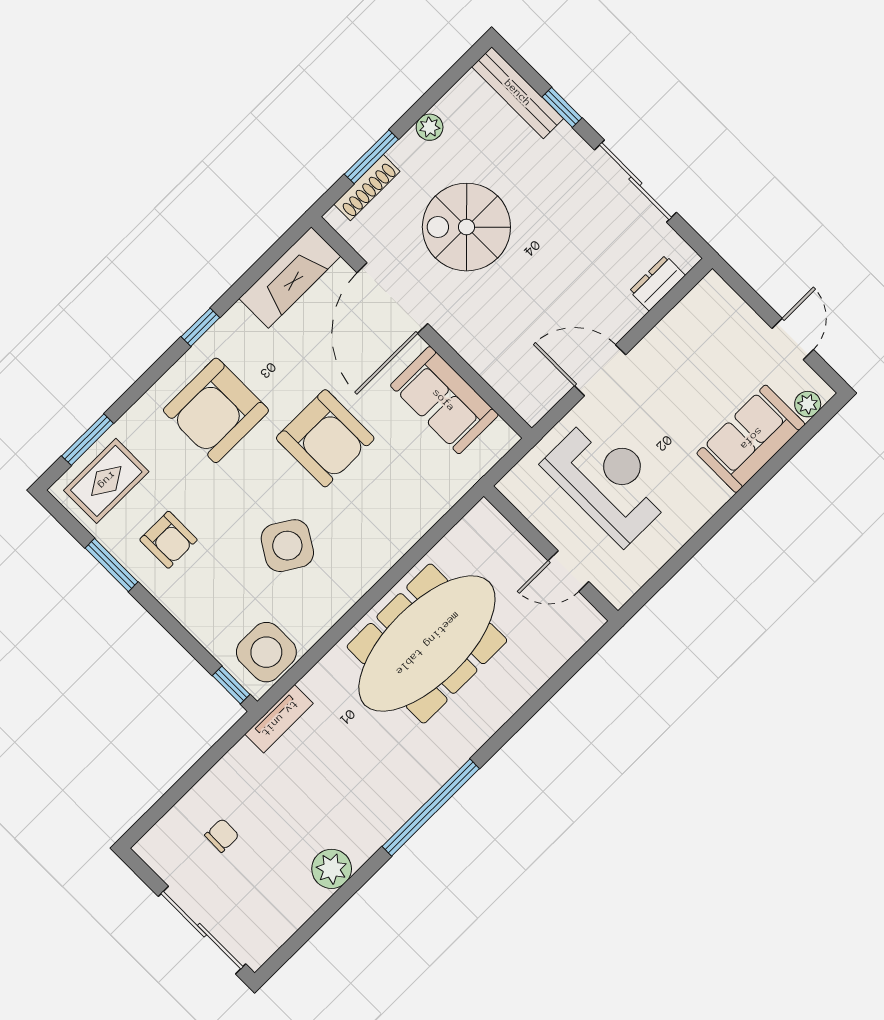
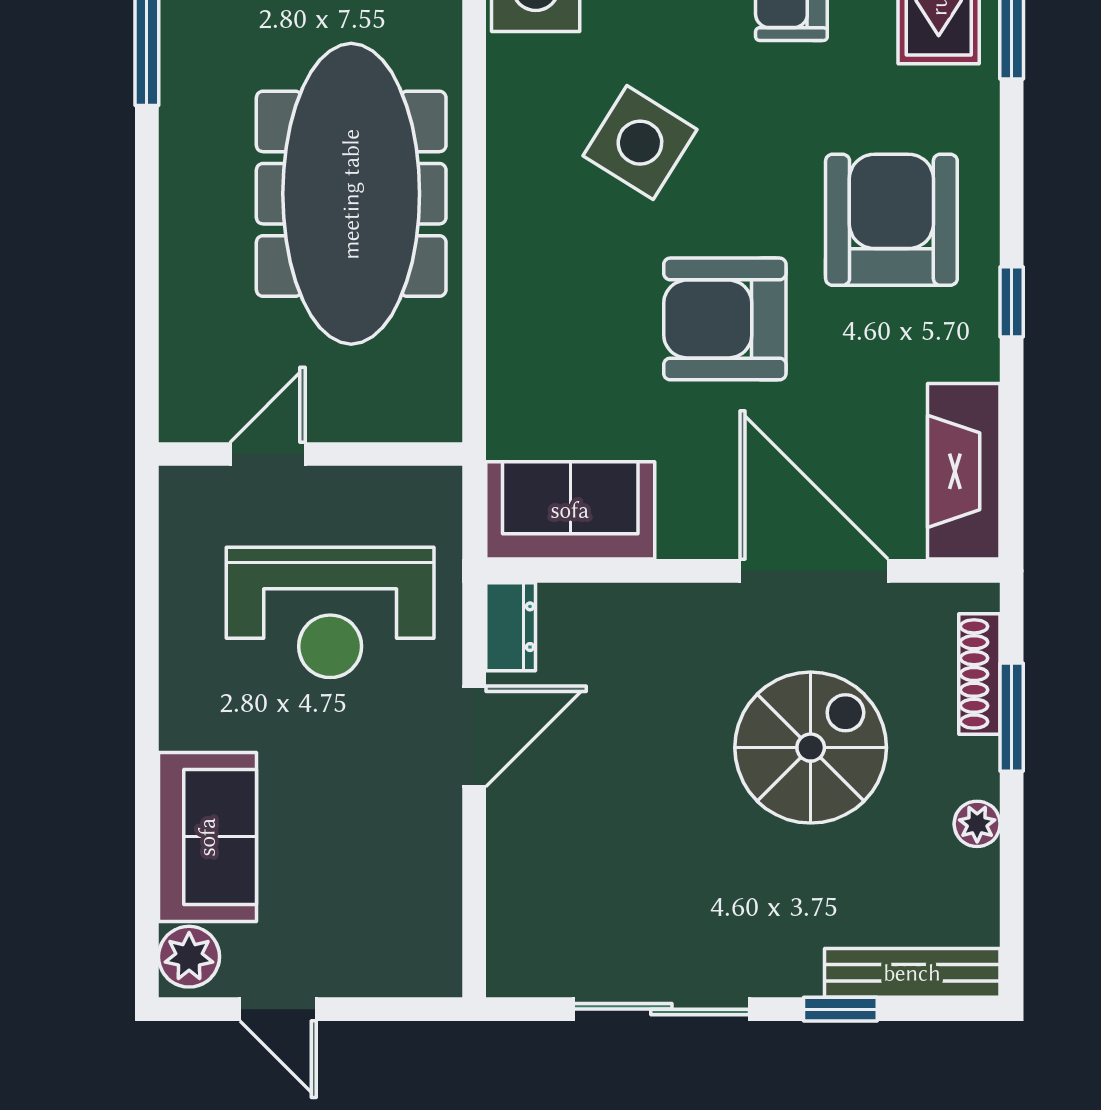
dresser: (657, 283) -> (511, 627), moved
sofa: (444, 400) -> (570, 510), moved
plant: (808, 404) -> (189, 957), width x1.38, depth x1.38

